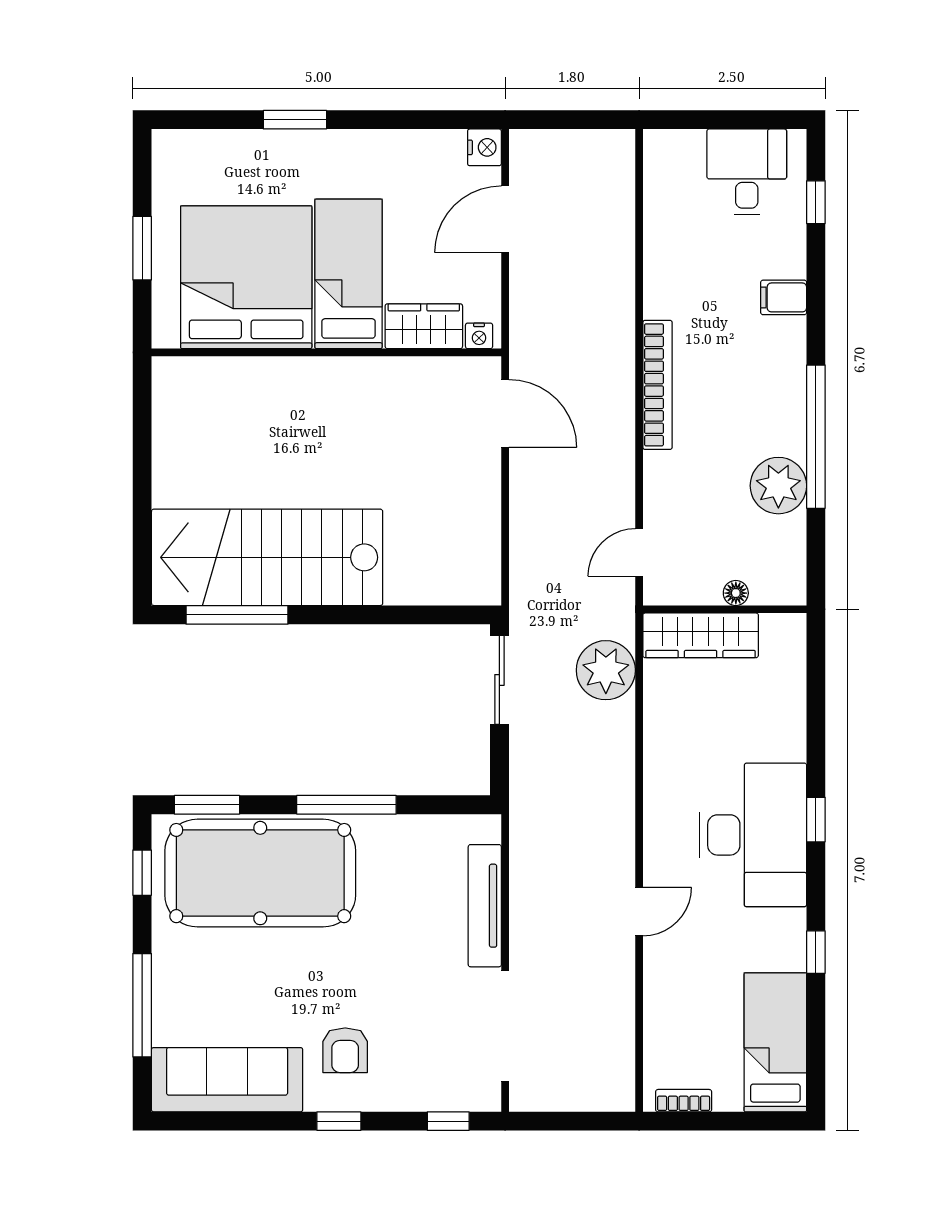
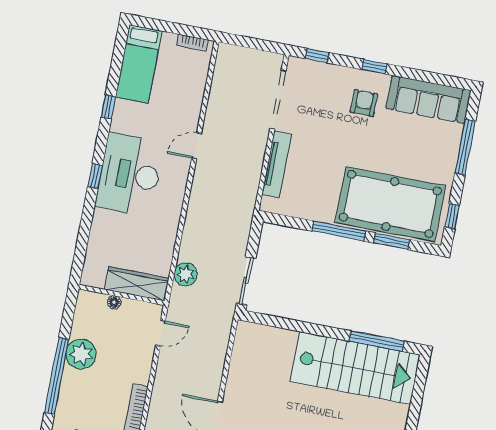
plant: (606, 670) -> (186, 274), width x0.73, depth x0.73
window: (207, 805) -> (392, 241), moved

